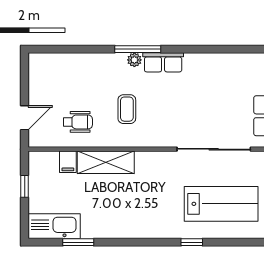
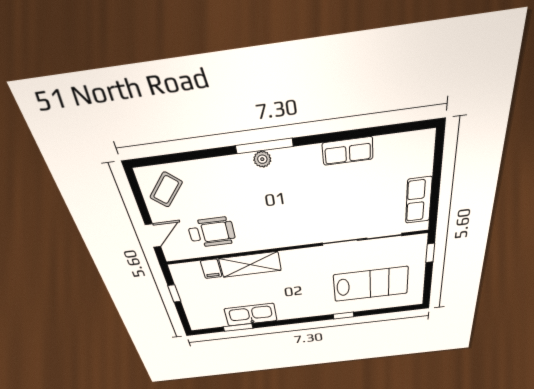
row of seats: (163, 62) -> (348, 151), moved
coffee table: (127, 109) -> (166, 190), moved, turned 41
wheelchair: (78, 122) -> (212, 232), width x1.36, depth x1.37
kitchen sink: (54, 226) -> (251, 315), moved

